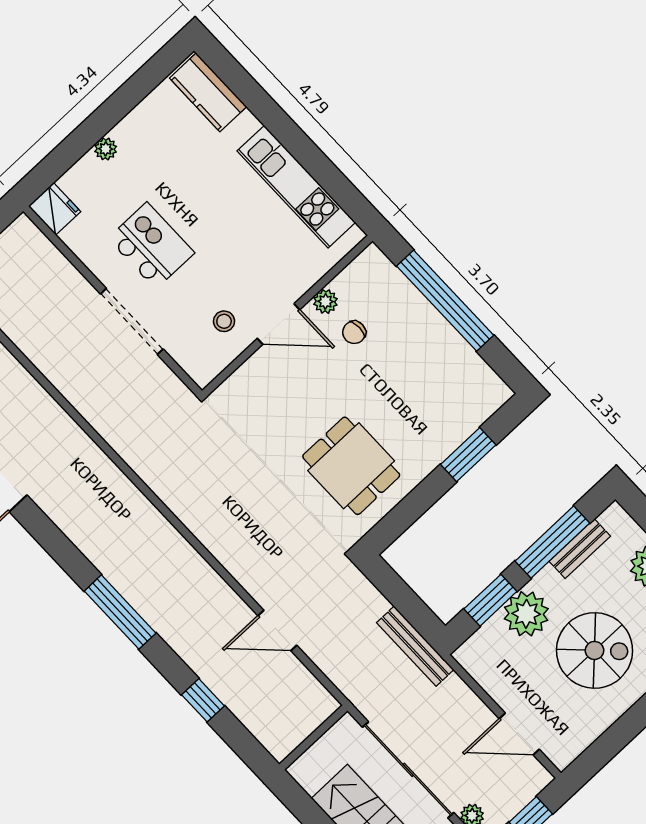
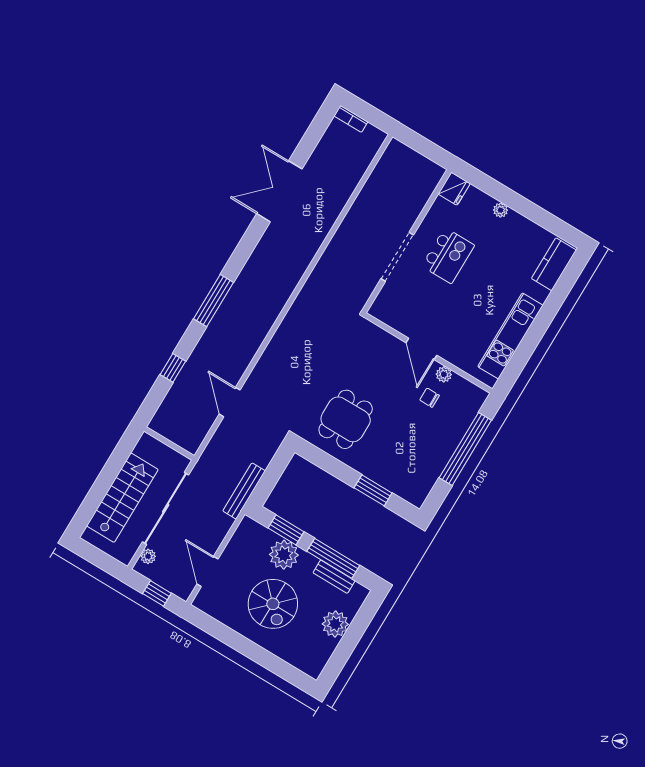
stool: (224, 321) -> (414, 314), removed

